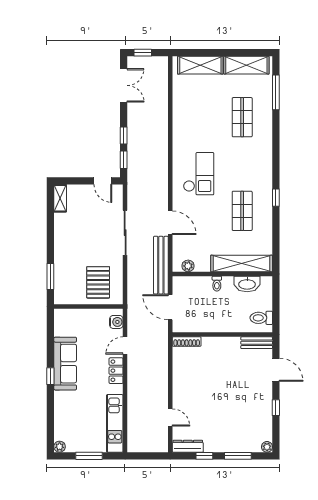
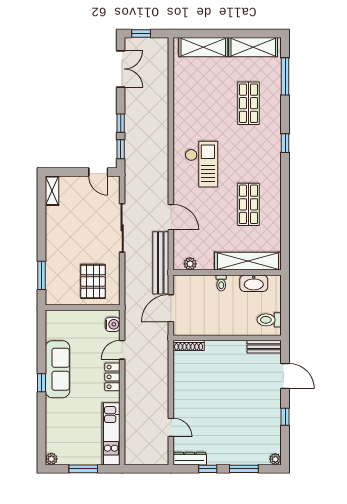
window: (276, 198) -> (285, 143), moved
door: (170, 307) -> (171, 308), hinge flipped

